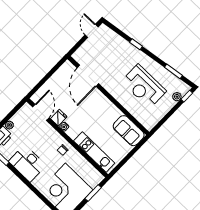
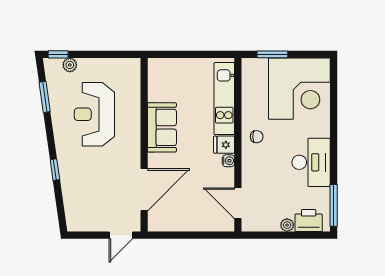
door: (92, 31) -> (121, 235), moved
reception desk: (144, 86) -> (94, 114), turned 180
door: (41, 112) -> (238, 203), hinge flipped
fridge: (59, 118) -> (224, 145), moved
sofa: (129, 131) -> (162, 127), moved

